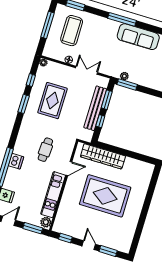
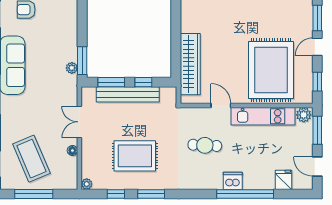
coffee table: (72, 31) -> (31, 159), turned 67
rug: (105, 196) -> (271, 70), moved

